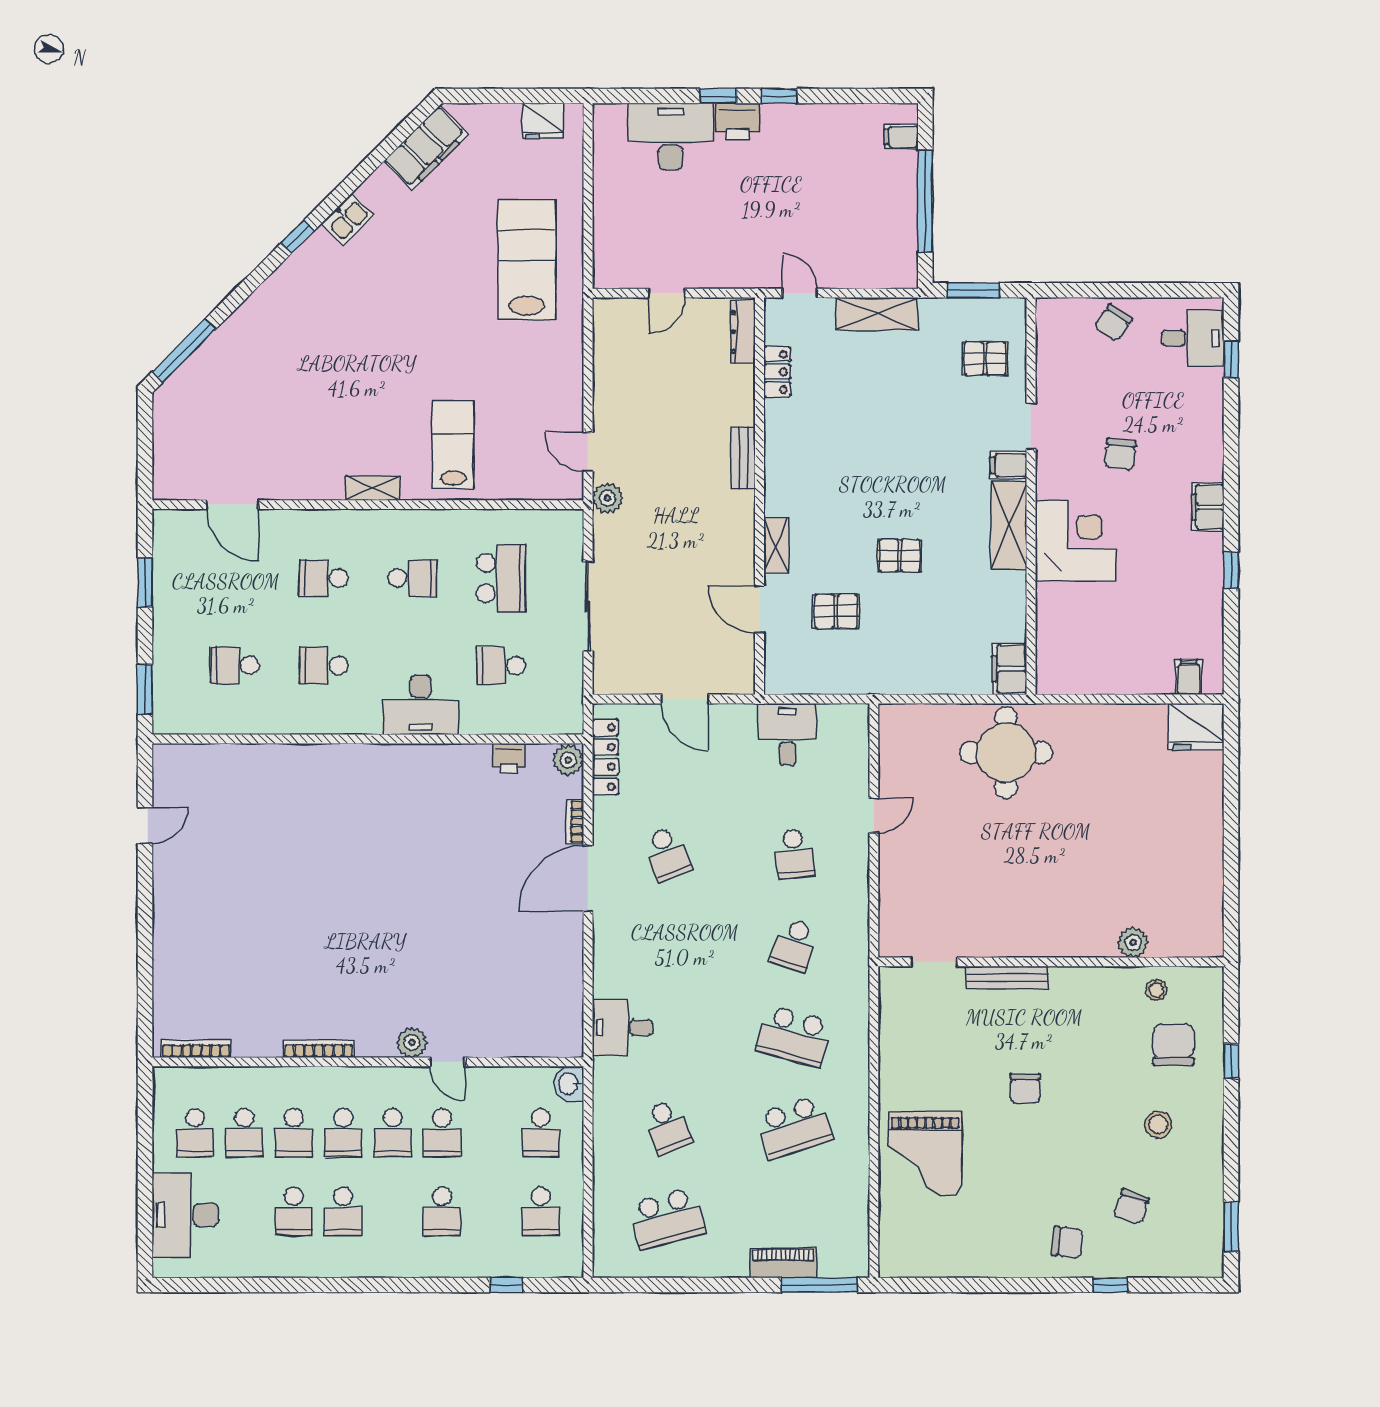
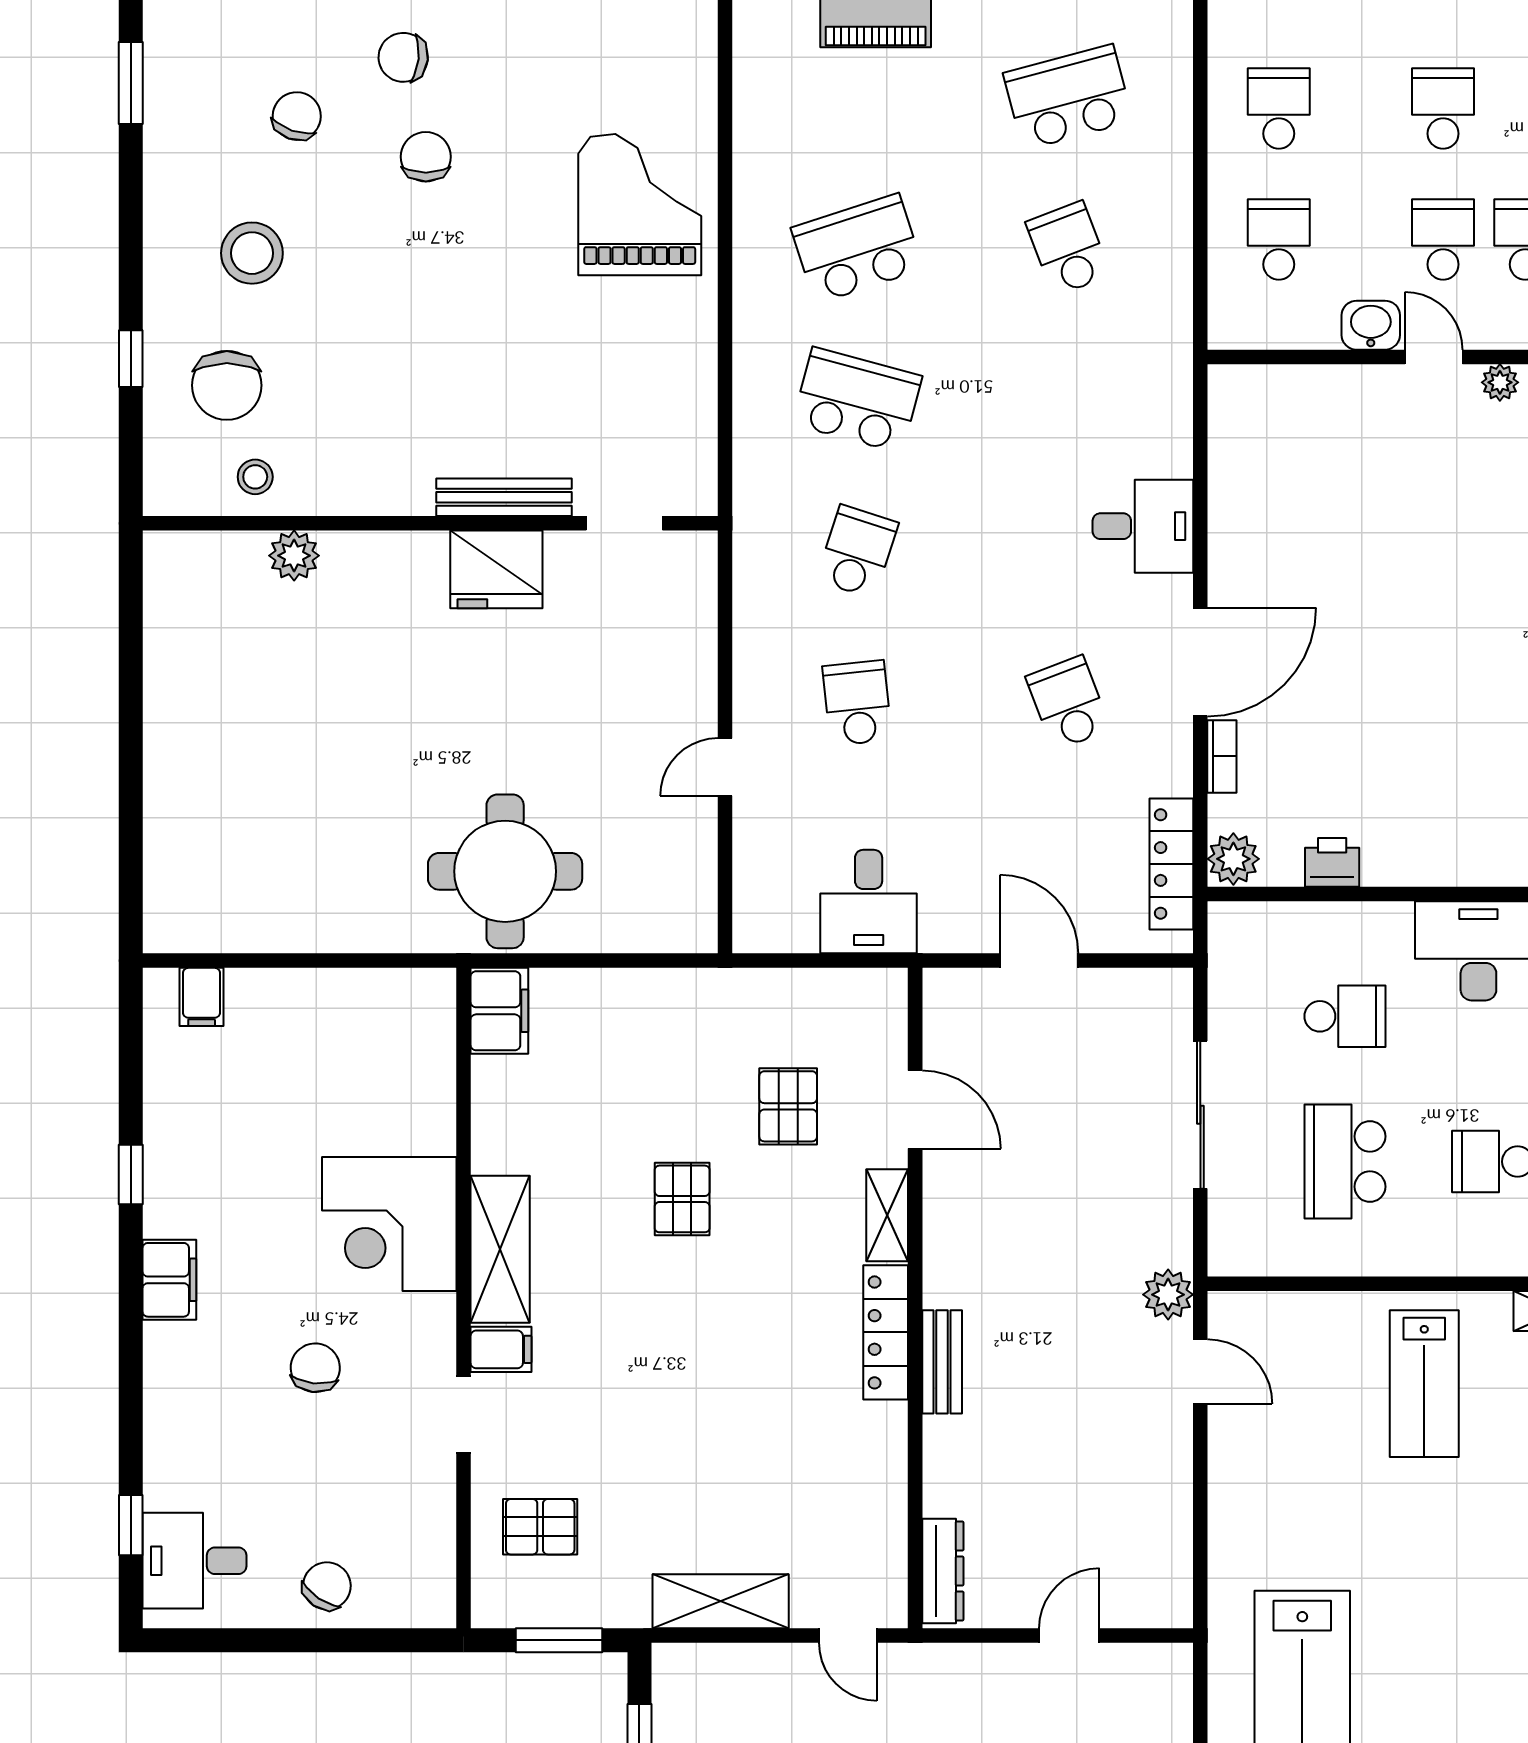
locker: (777, 372) -> (886, 1332), moved, width x1.53
pallet: (900, 556) -> (682, 1199), turned 90
pallet: (836, 611) -> (788, 1106), turned 90
fridge: (1196, 727) -> (496, 569), moved, turned 180
desk: (622, 1028) -> (1143, 526), moved
plant: (412, 1042) -> (1500, 382), width x0.73, depth x0.73
washbasin: (569, 1084) -> (1371, 325), moved, turned -90
chair: (1025, 1088) -> (426, 157), moved
stool: (1158, 1124) -> (252, 253), width x1.38, depth x1.38

